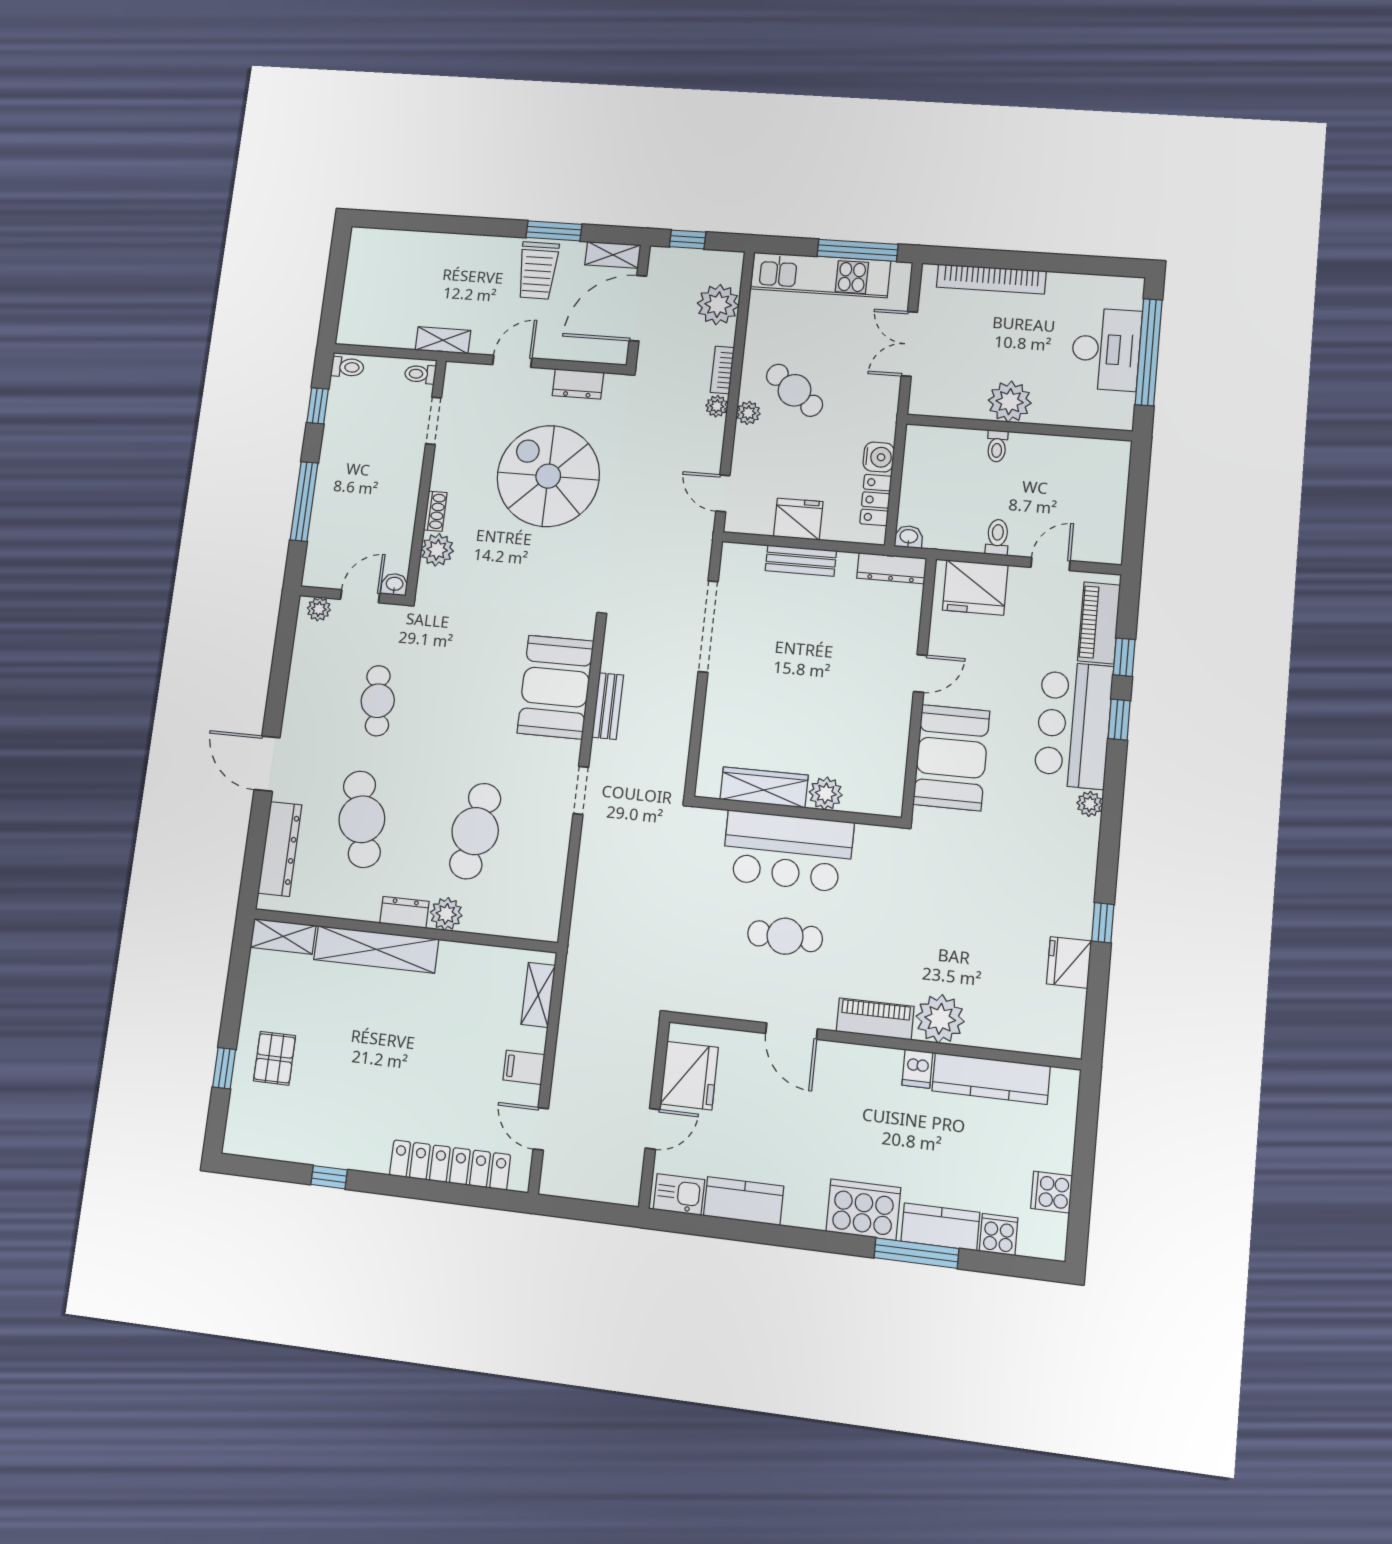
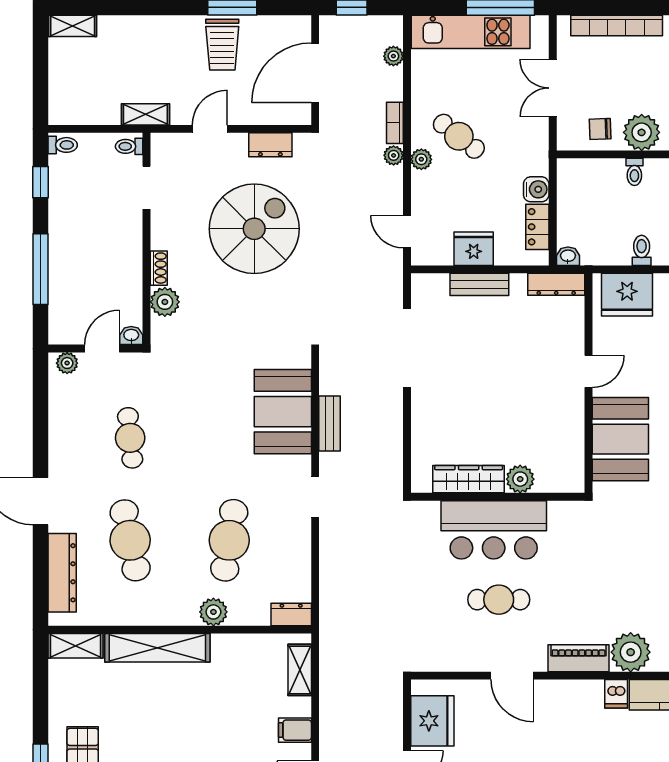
shelving: (613, 255) -> (73, 26), moved
plant: (718, 305) -> (393, 56), width x0.53, depth x0.53
chair: (961, 394) -> (600, 129), added
spiral stairs: (548, 476) -> (254, 229), turned 90
dresser: (404, 912) -> (291, 614), moved

